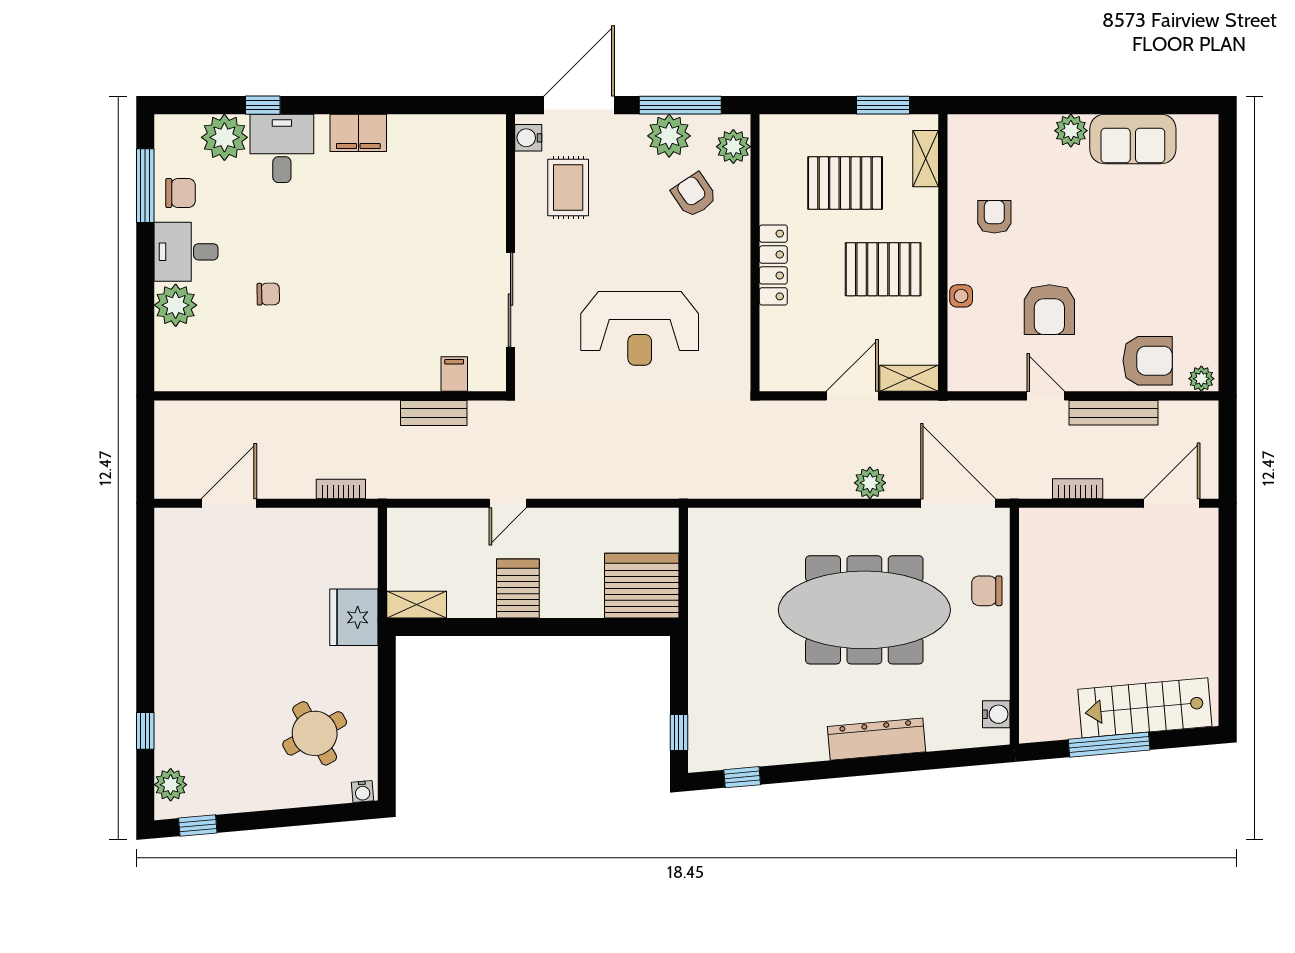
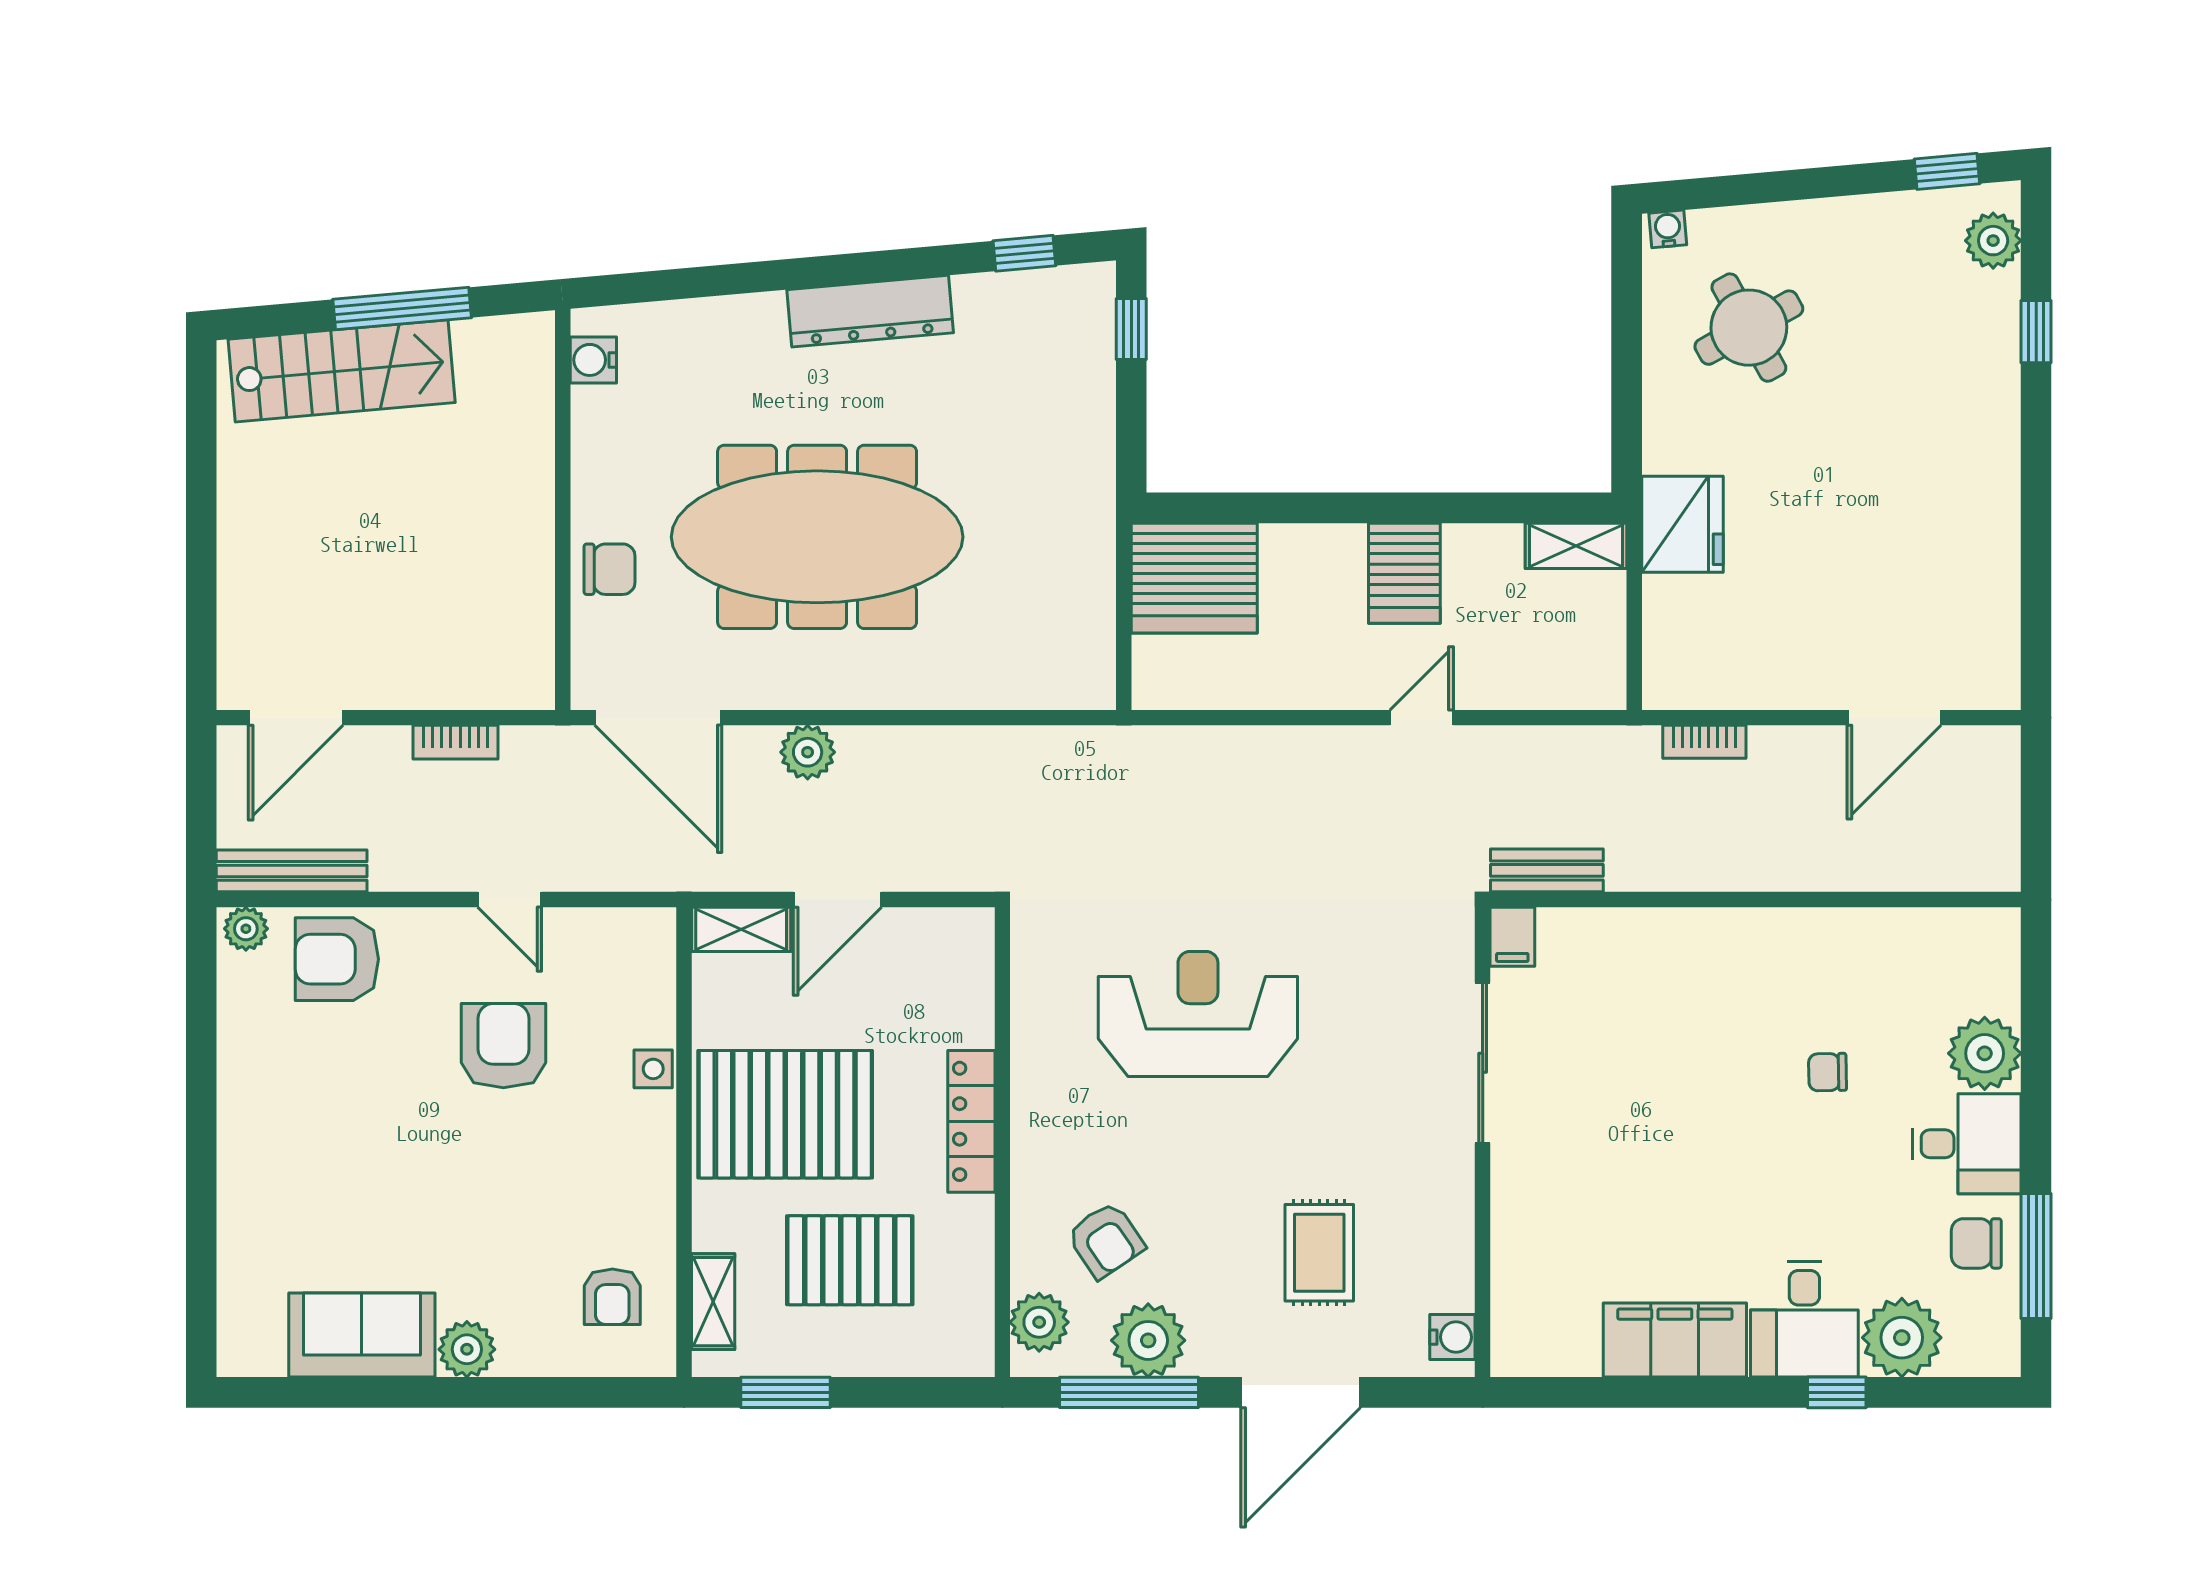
filing cabinet: (358, 133) -> (1675, 1340), width x1.50, depth x1.17
water cooler: (528, 138) -> (1452, 1337), moved
armchair: (994, 217) -> (612, 1297), moved
wall: (511, 253) -> (1483, 1142), moved
pallet: (883, 269) -> (785, 1114), width x1.37, depth x1.41
sliding door: (511, 300) -> (1483, 1063), moved
bench: (1114, 413) -> (292, 871), moved
dresser: (876, 739) -> (870, 311), moved

